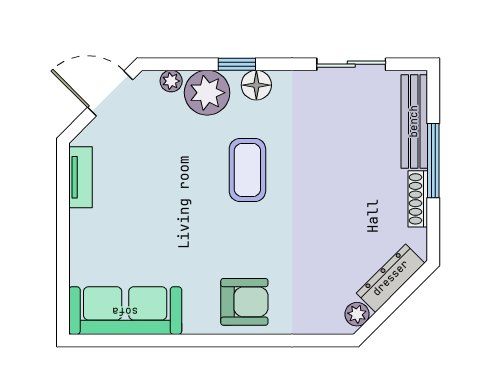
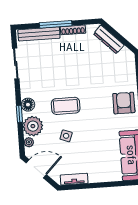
door: (110, 94) -> (36, 169), swing flipped
side table: (180, 166) -> (66, 136), added
plant: (357, 314) -> (126, 53), removed

